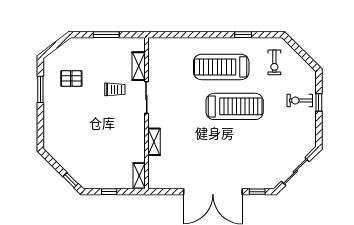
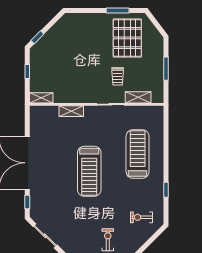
treadmill: (221, 67) -> (138, 154), moved
pallet: (71, 78) -> (127, 38), width x2.05, depth x2.00
treadmill: (235, 106) -> (89, 171), moved

